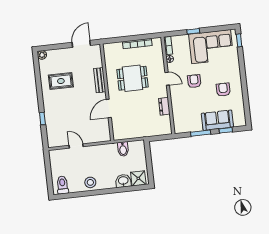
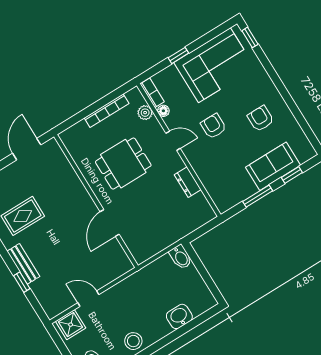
plant: (159, 55) -> (145, 113), added
bench: (100, 80) -> (23, 264), moved
bidet: (123, 149) -> (181, 257), moved
shower: (138, 178) -> (71, 325), moved

